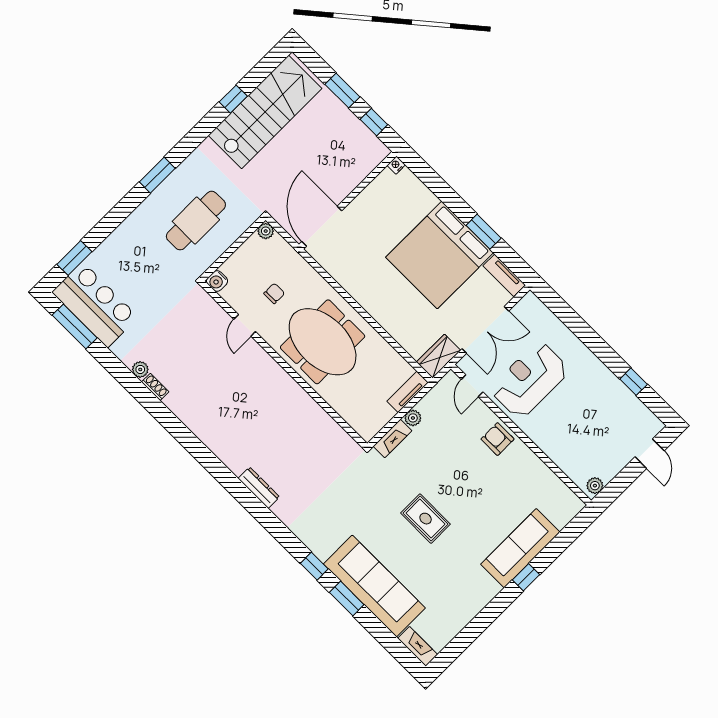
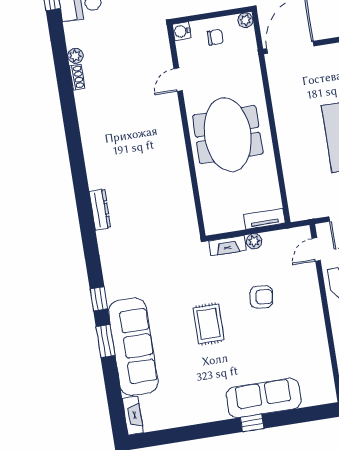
chair: (274, 293) -> (215, 37), moved
wardrobe: (439, 356) -> (307, 209), removed
armchair: (498, 439) -> (261, 297), moved, turned 97

